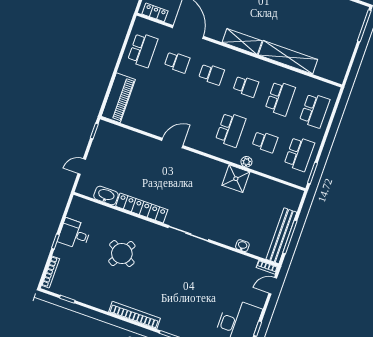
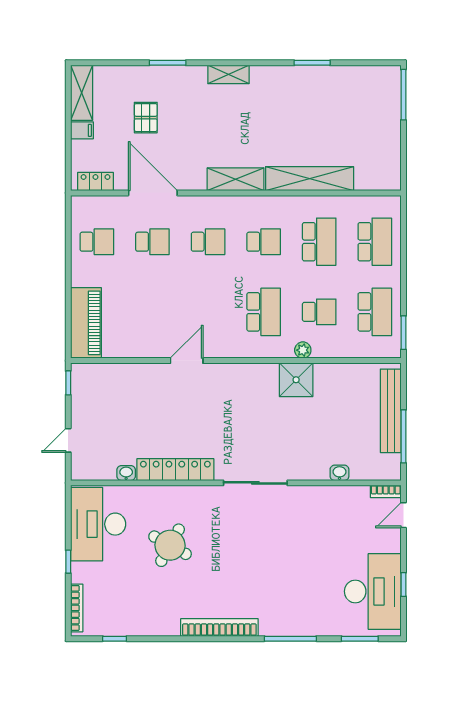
school desk: (143, 50) -> (97, 242), width x0.54
washbasin: (106, 195) -> (126, 473), width x0.52, depth x0.69
desk: (74, 234) -> (98, 524), width x1.87, depth x1.30
bench: (281, 236) -> (391, 411), moved

